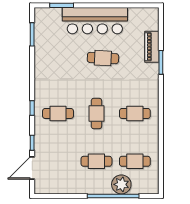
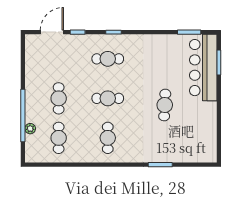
bar counter: (95, 21) -> (203, 68), moved
piano: (152, 47) -> (176, 155), removed
cafe table: (58, 113) -> (108, 59), turned 90
door: (32, 168) -> (52, 32), hinge flipped
plant: (121, 184) -> (30, 129), width x0.53, depth x0.53

